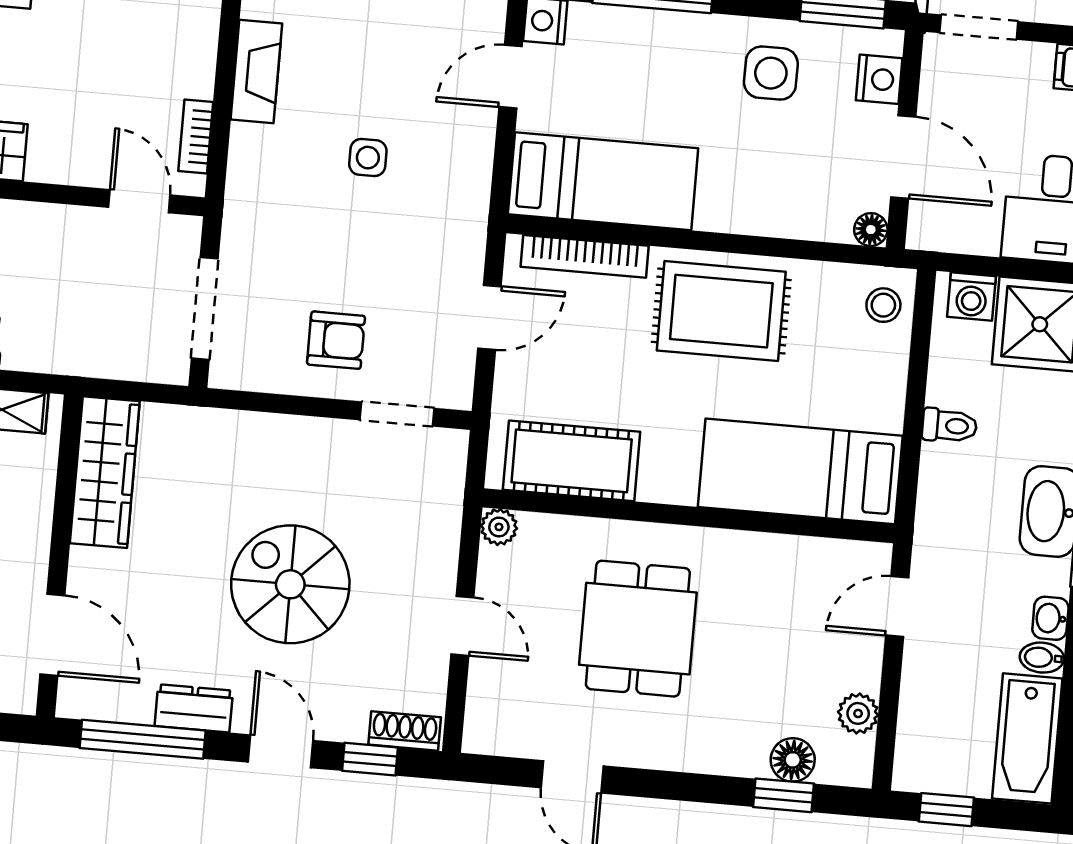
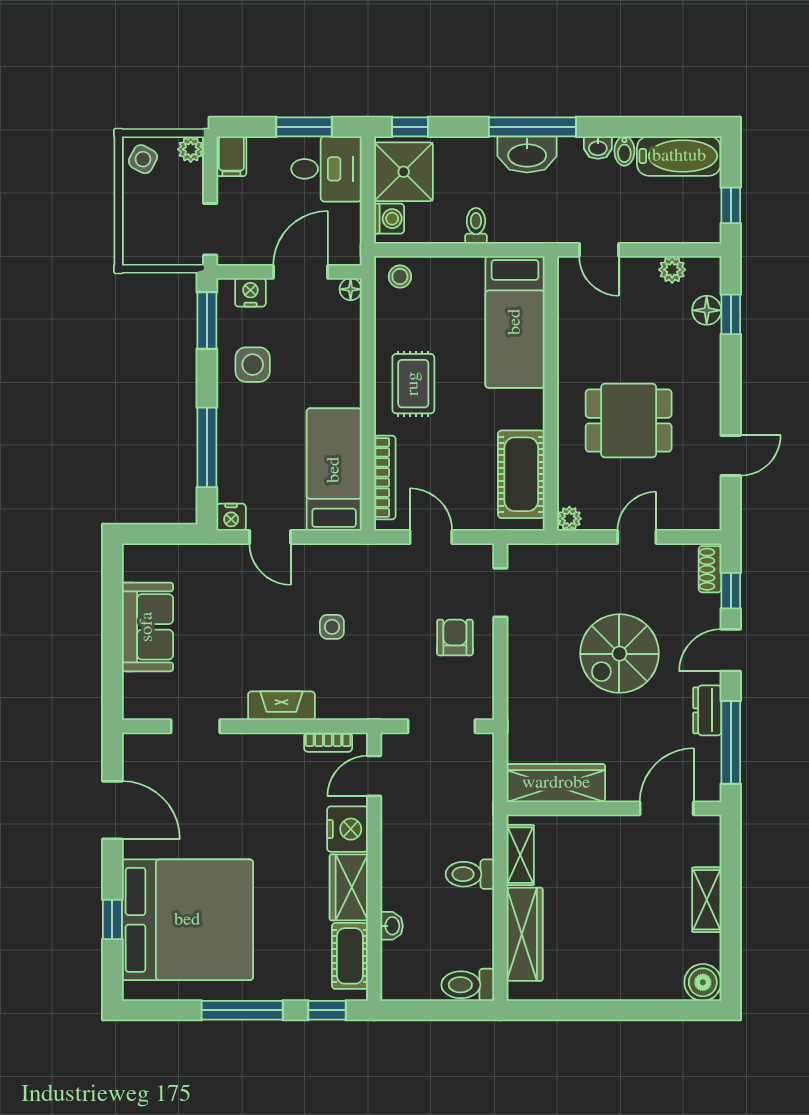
nightstand: (63, 154) -> (347, 829), added
rug: (721, 311) -> (413, 384), width x0.73, depth x0.70

